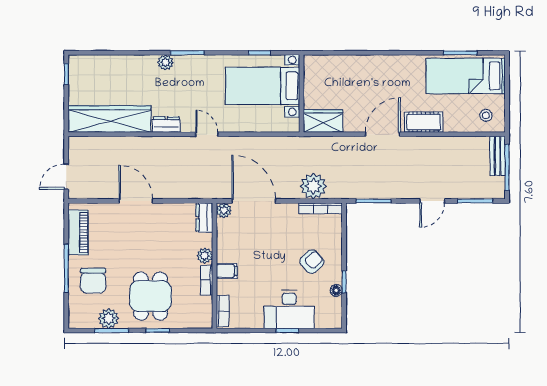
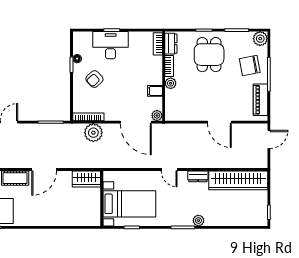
dresser: (204, 218) -> (171, 44), moved
filing cabinet: (227, 271) -> (155, 91), moved
chair: (93, 281) -> (250, 66), turned -101
plant: (109, 318) -> (260, 39), moved

